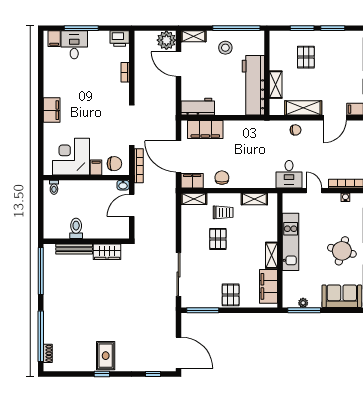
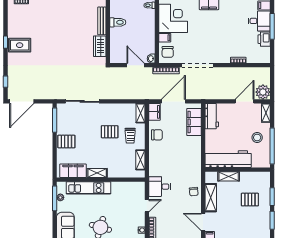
printer: (120, 39) -> (264, 39), moved
kitchen unit: (291, 242) -> (88, 188), moved

